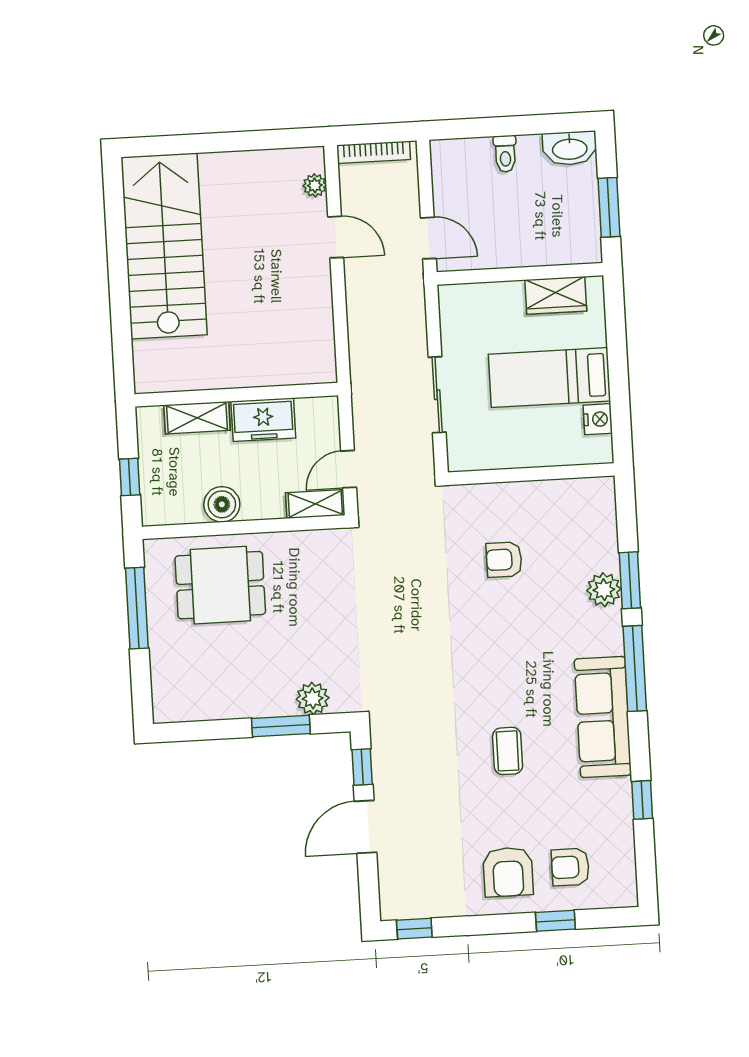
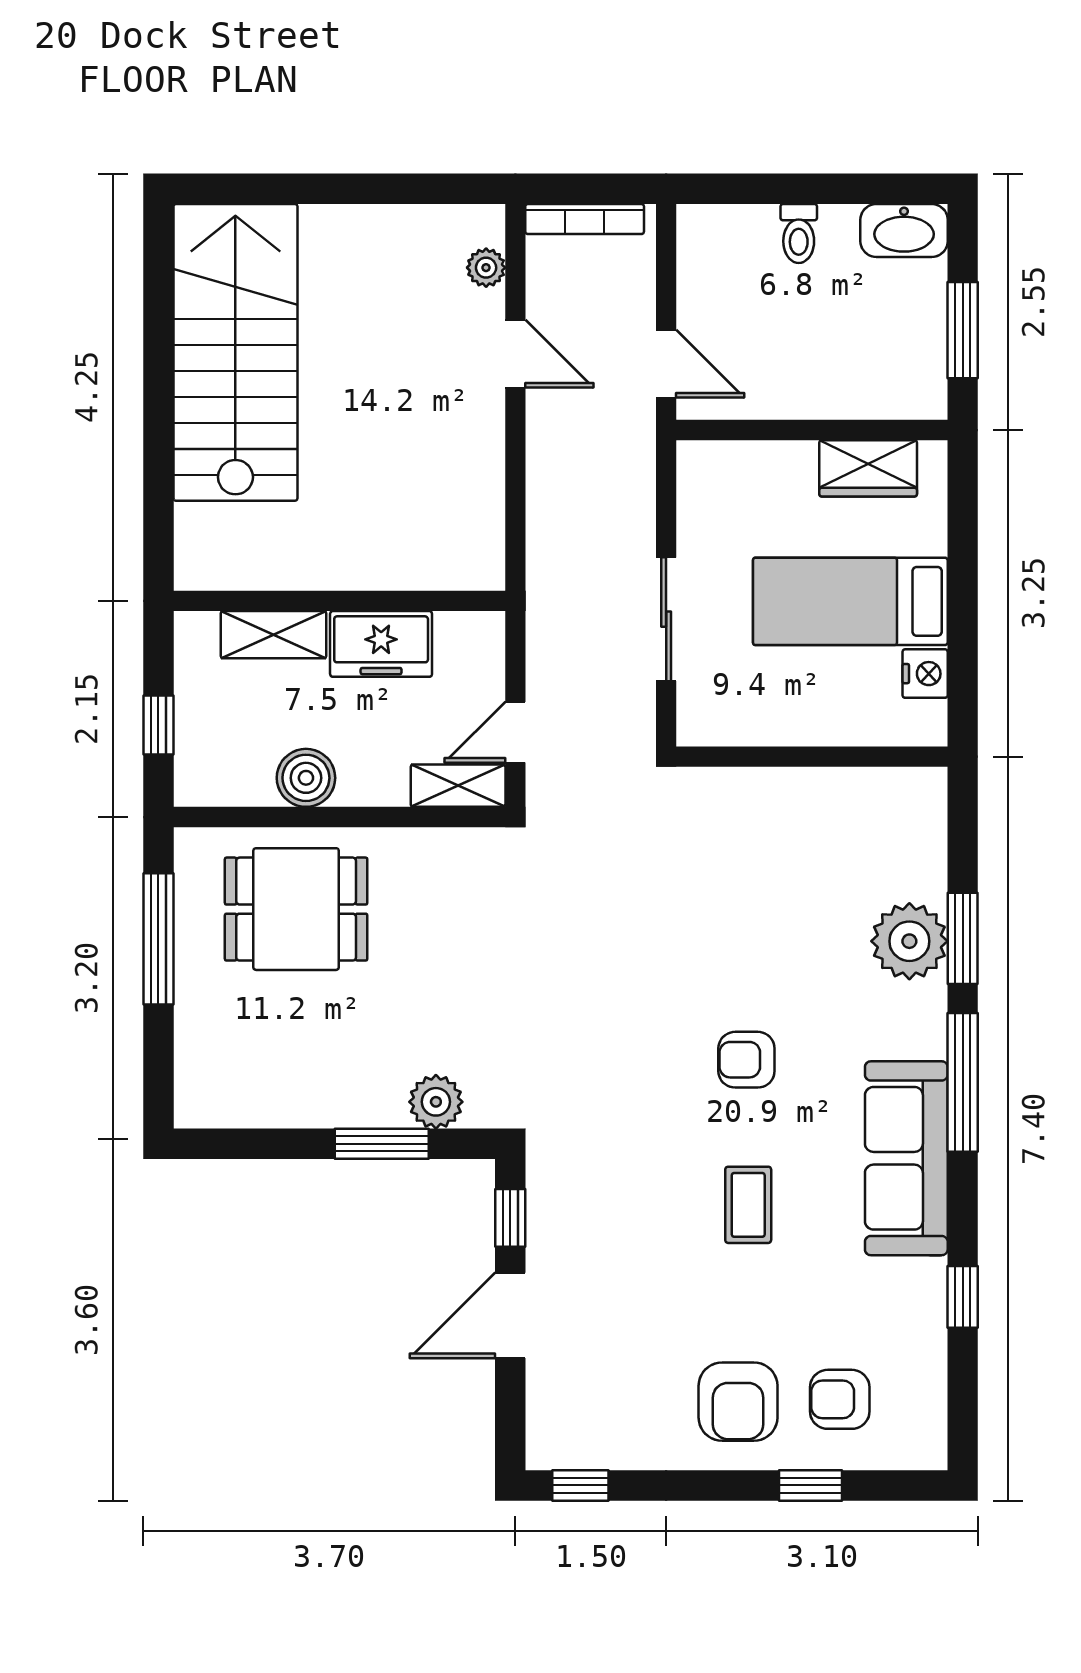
armchair: (504, 560) -> (746, 1060), moved
plant: (604, 590) -> (909, 941), width x1.36, depth x1.36

